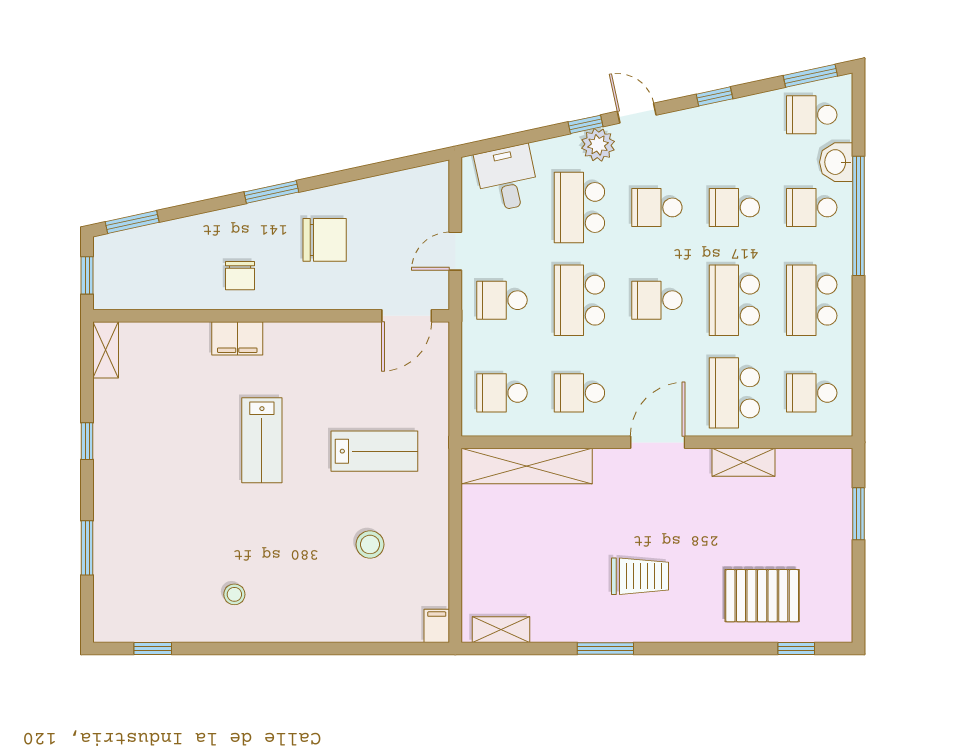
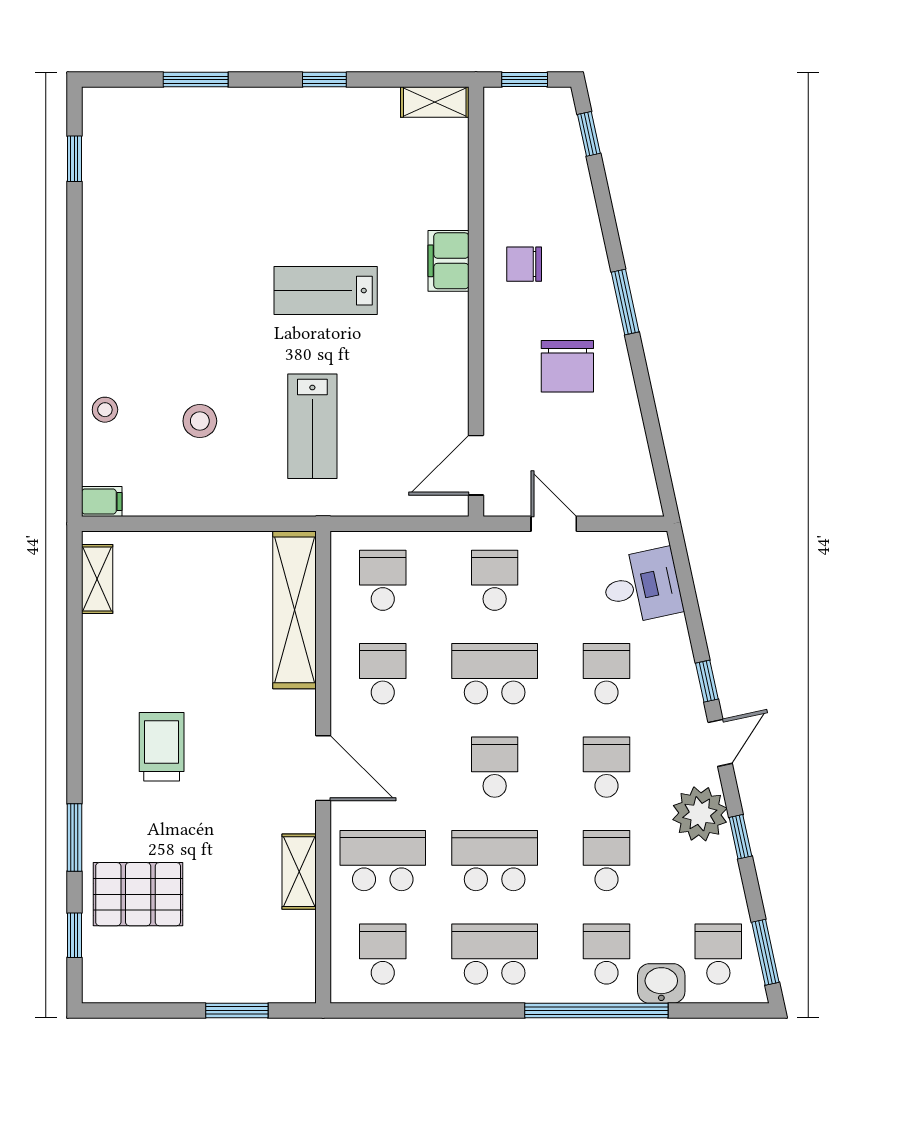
plant: (598, 145) -> (700, 814), moved, width x1.36, depth x1.36
school desk: (579, 207) -> (606, 674), width x0.54
window: (132, 222) -> (589, 134), width x0.67
door: (407, 316) -> (476, 465), hinge flipped
trolley: (640, 576) -> (162, 747), turned 180
stool: (234, 594) -> (105, 410), moved
pallet: (762, 596) -> (138, 894), turned 90
window: (605, 648) -> (74, 838), moved

